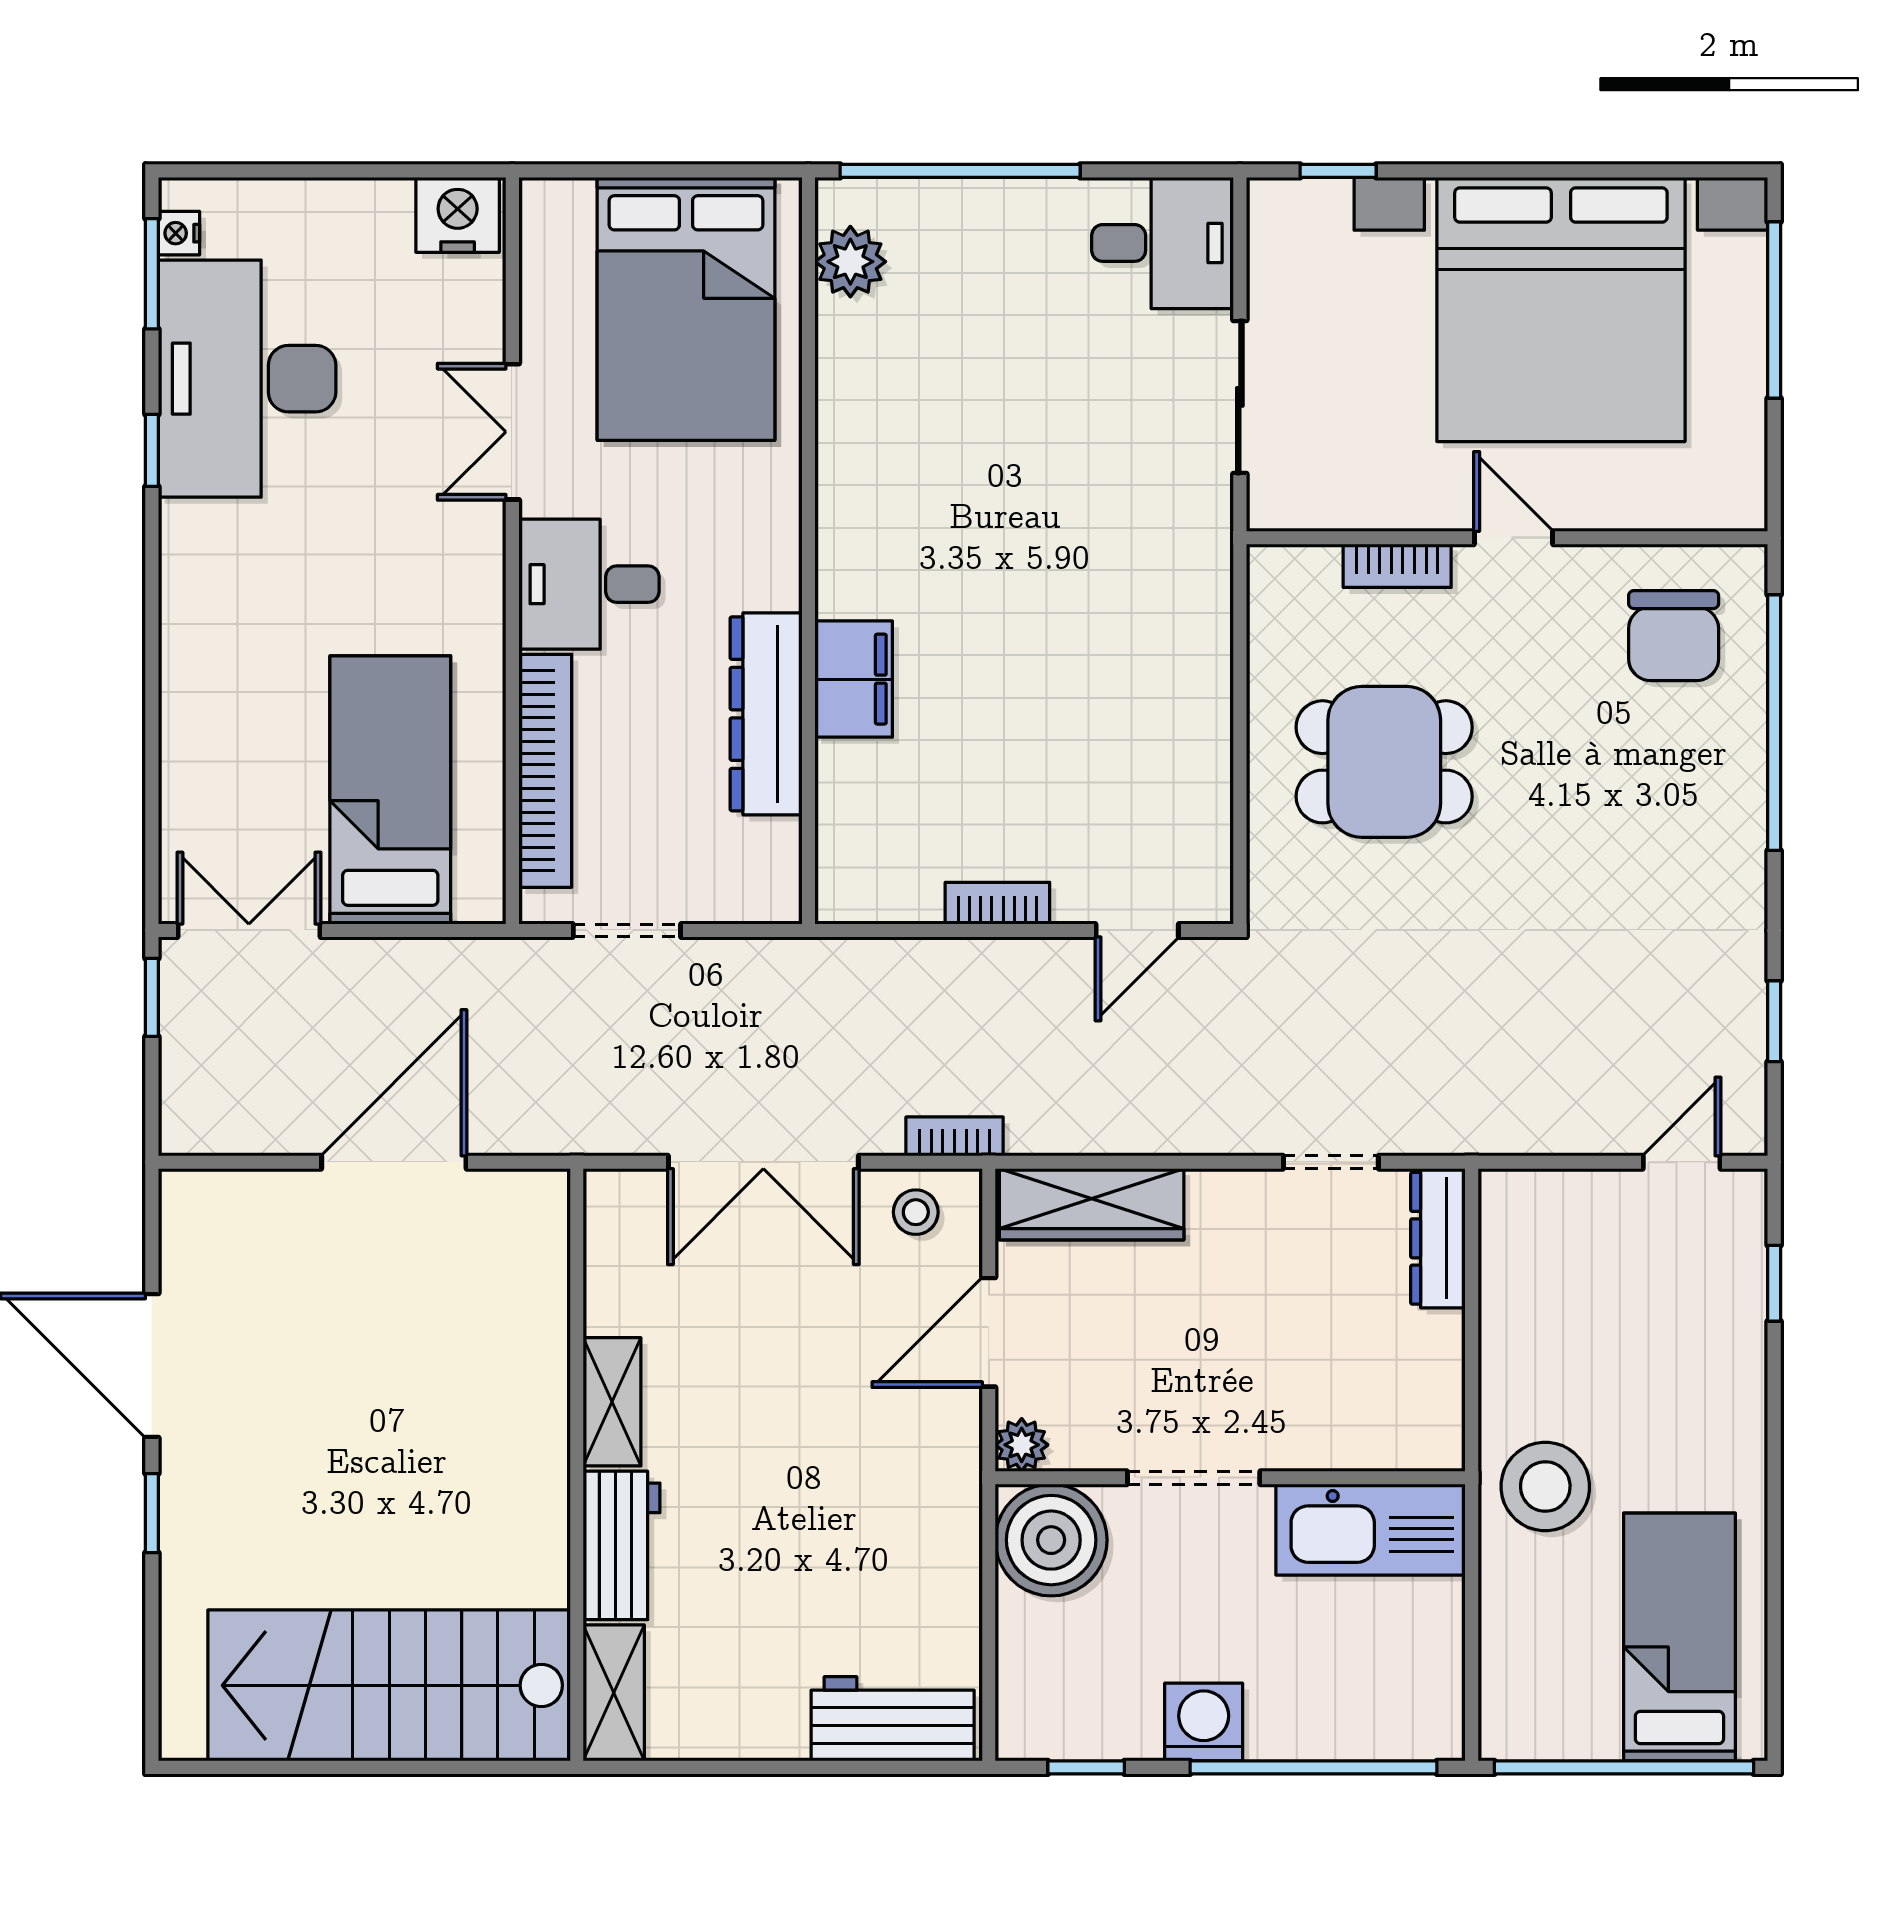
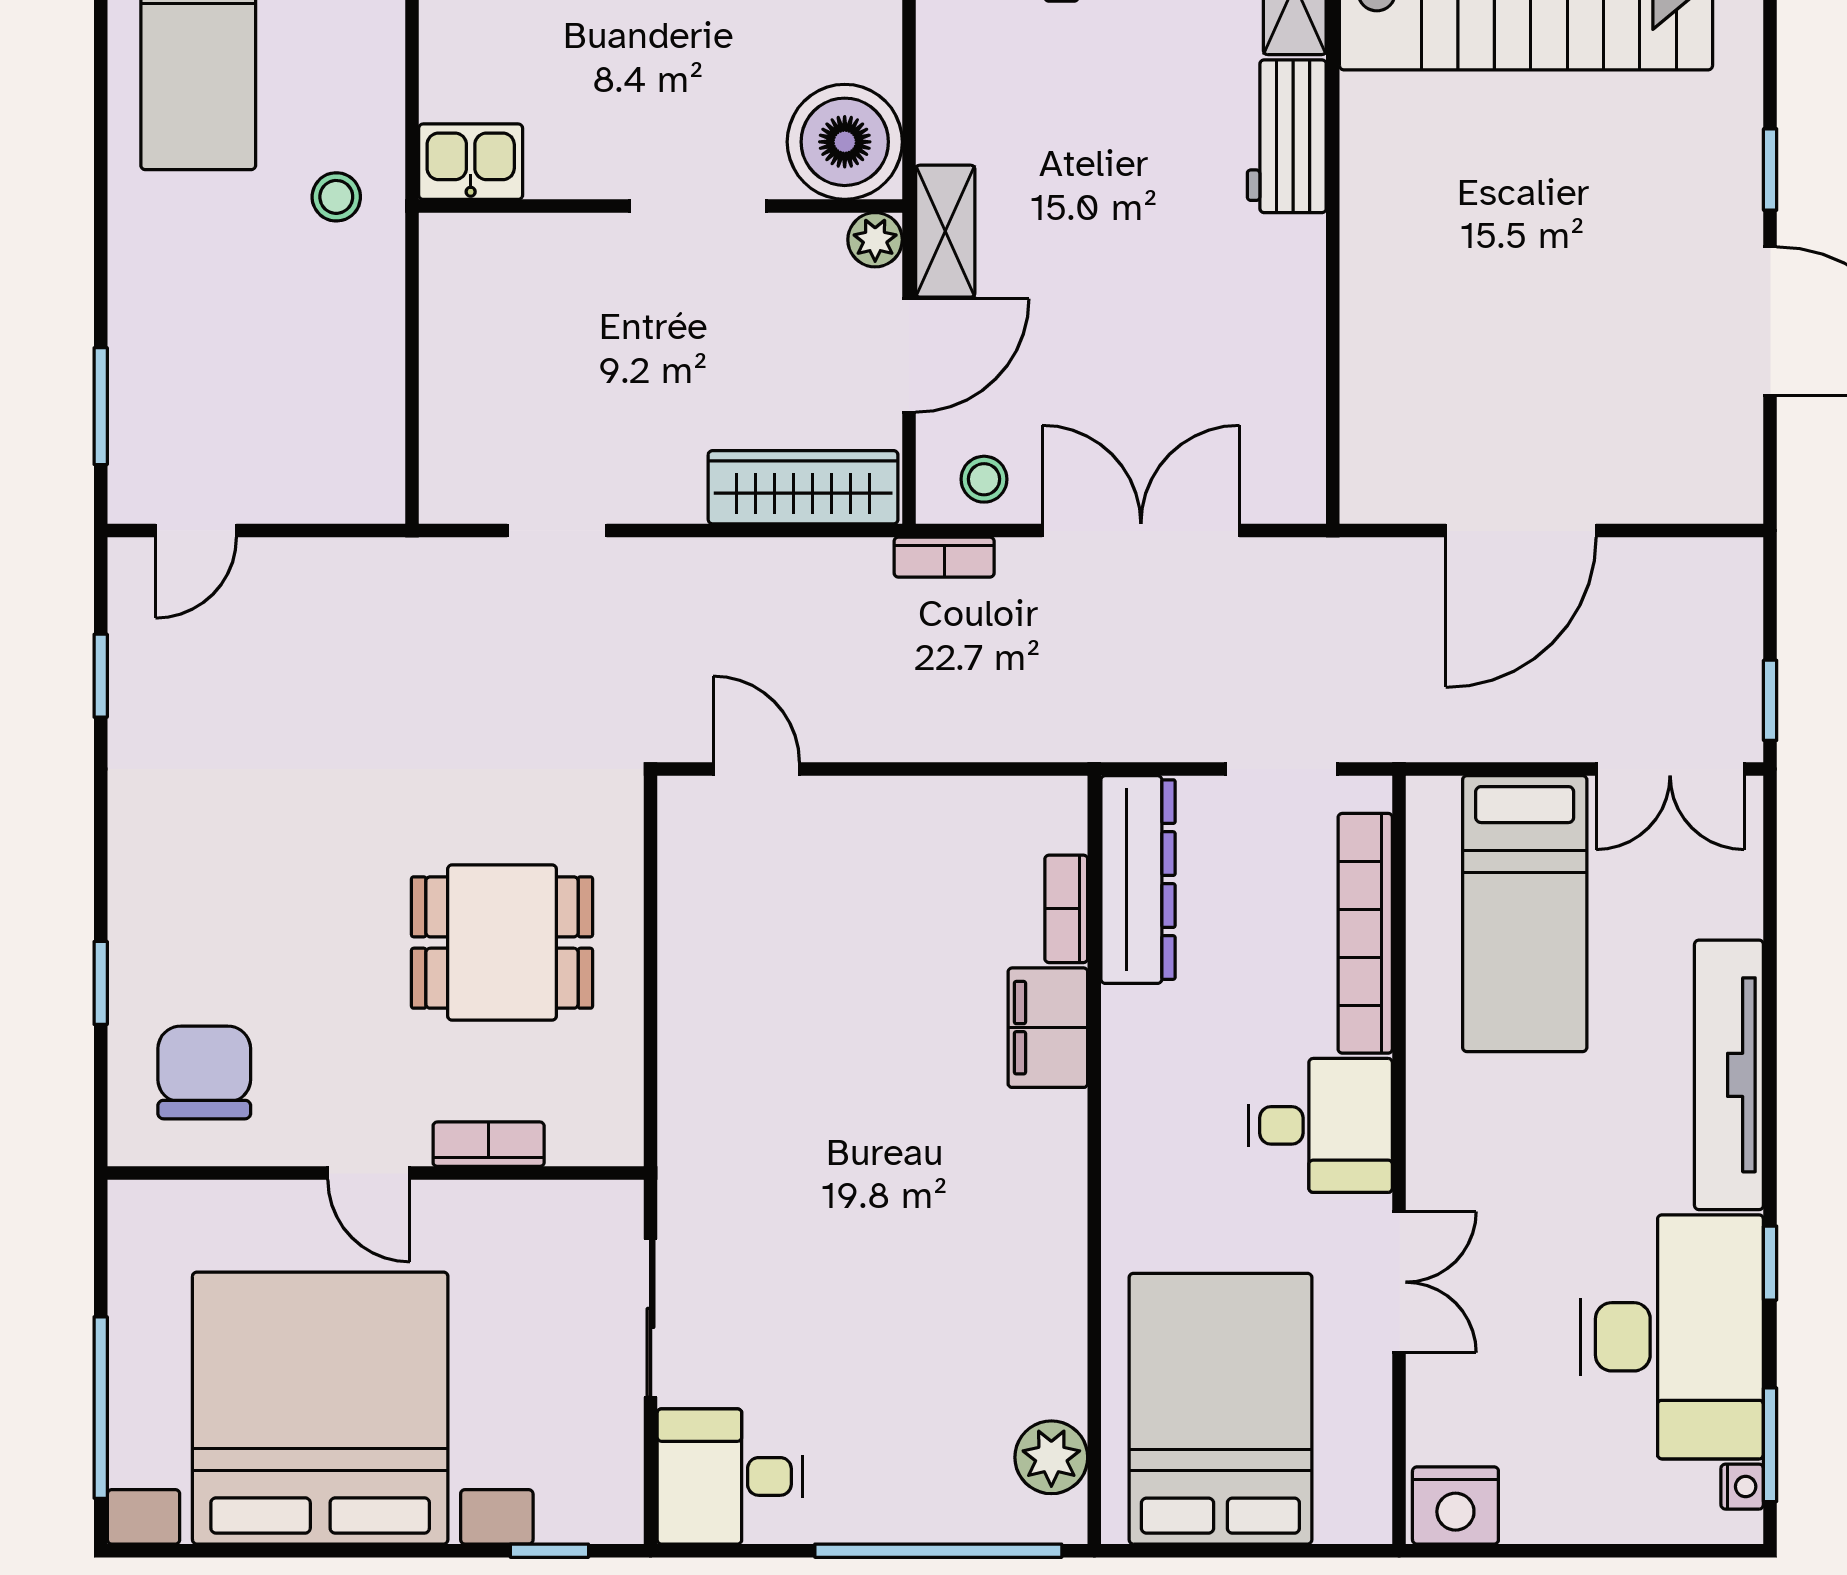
tv unit: (192, 633) -> (1729, 1075), added
dresser: (766, 714) -> (1138, 880), moved
window: (1774, 723) -> (101, 983), width x0.32
bookcase: (997, 903) -> (1066, 909), moved, turned 90
door: (1137, 930) -> (756, 769), hinge flipped
dresser: (1438, 1238) -> (447, 452), removed
window: (1774, 1283) -> (101, 406), width x1.50
shelving: (612, 1402) -> (945, 231), moved
stool: (1545, 1487) -> (336, 197), width x0.53, depth x0.53
kitchen sink: (1371, 1530) -> (471, 162), width x0.53, depth x0.81

